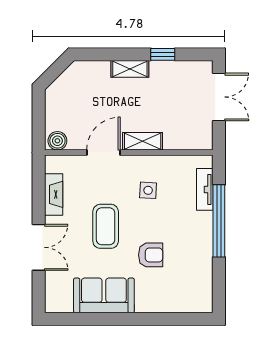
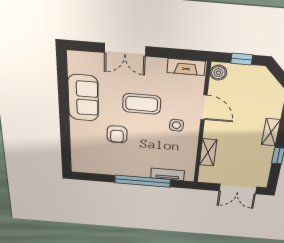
window: (39, 117) -> (242, 59), added
shelving: (143, 141) -> (208, 152), moved
side table: (148, 190) -> (176, 125), moved
fireplace: (54, 194) -> (186, 67), moved

